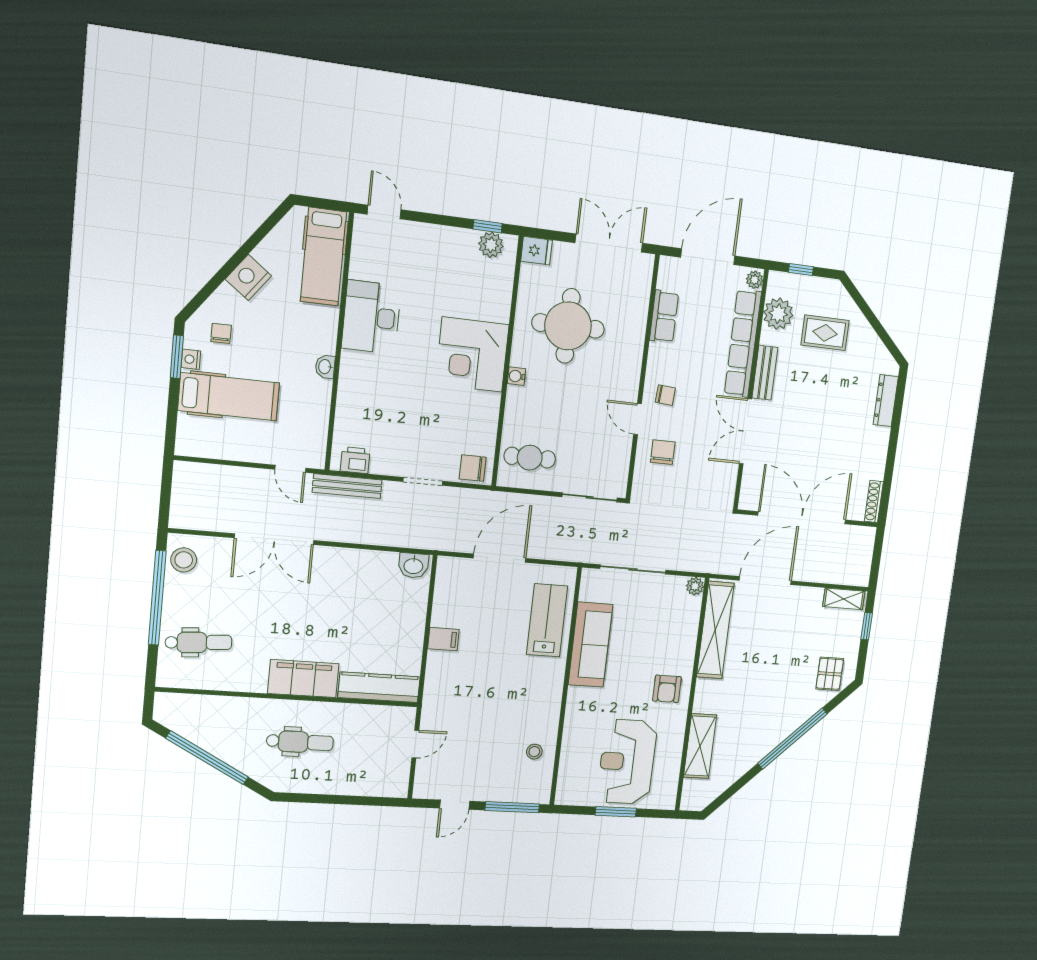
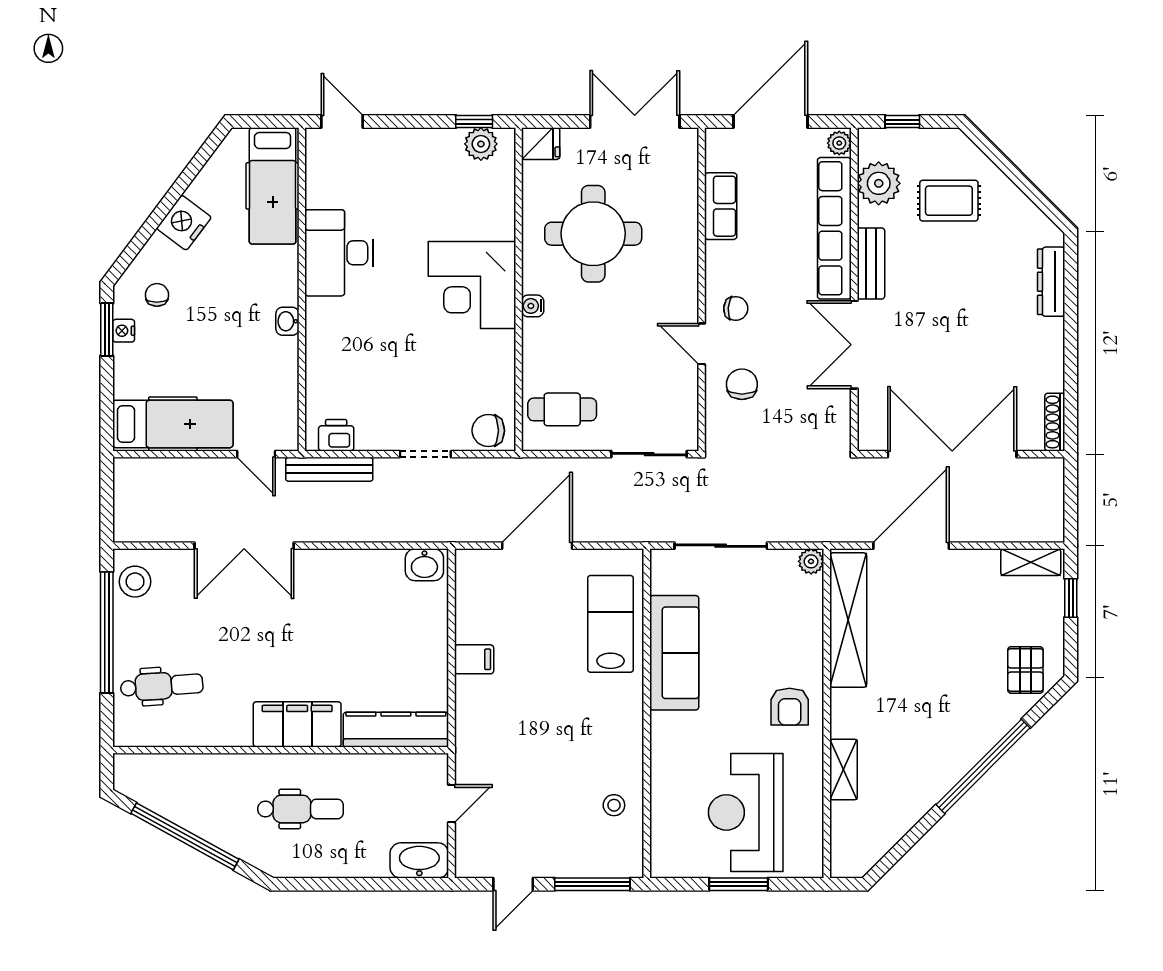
hospital bed: (229, 397) -> (173, 424), moved
shelving: (700, 746) -> (843, 769), width x0.67, depth x0.75
washbasin: (387, 784) -> (419, 860), added

